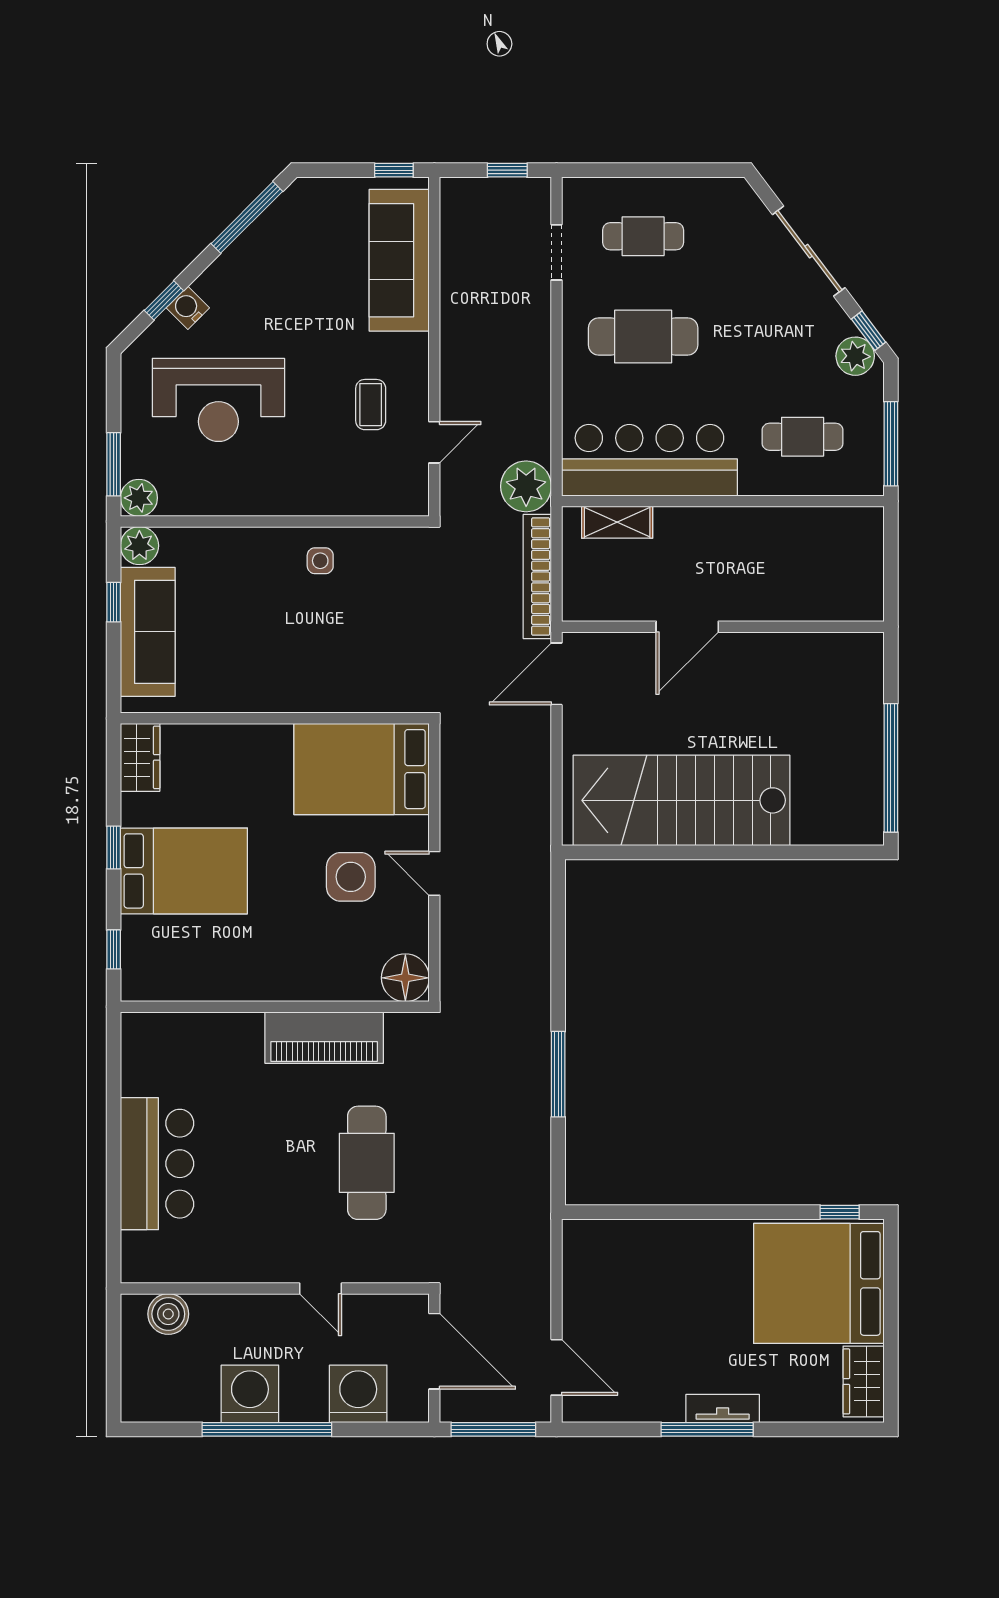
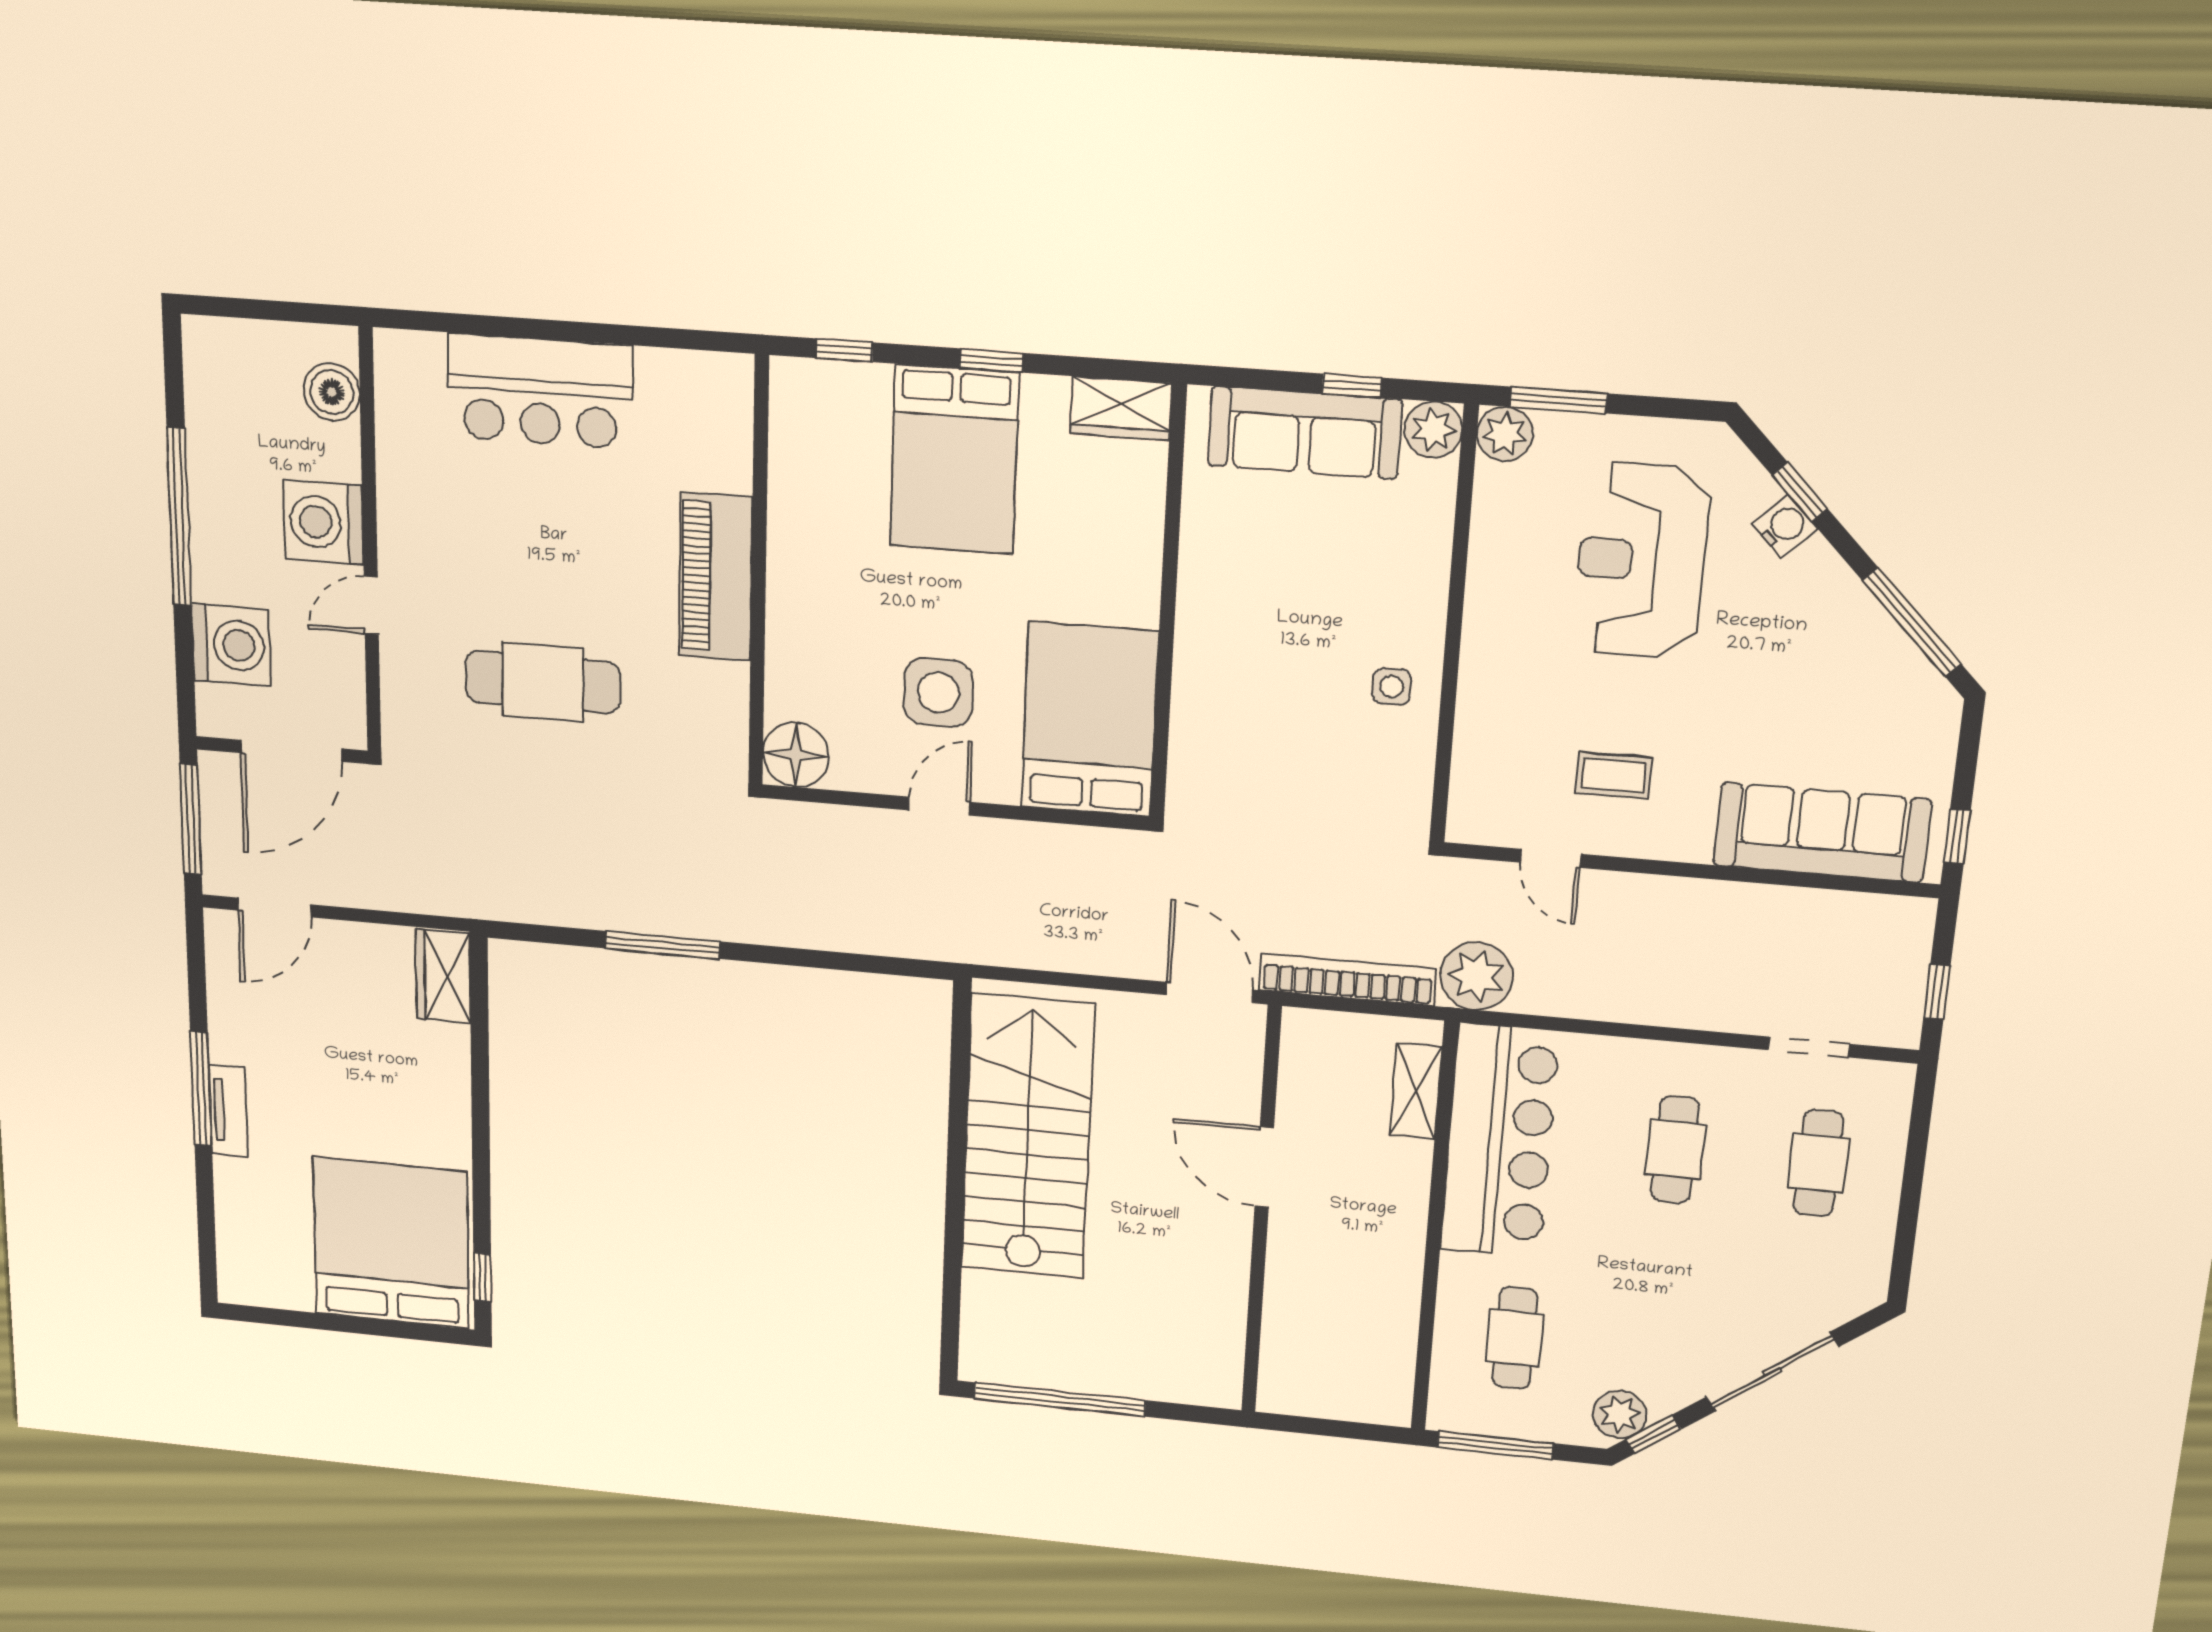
cafe table: (643, 336) -> (1675, 1149), width x0.73, depth x0.74
piano: (324, 1038) -> (716, 577), moved
wardrobe: (864, 1381) -> (443, 976), moved, turned -90
washing machine: (250, 1394) -> (324, 522), moved, turned 180

